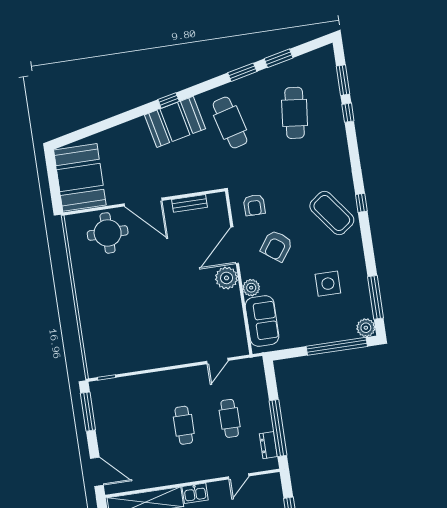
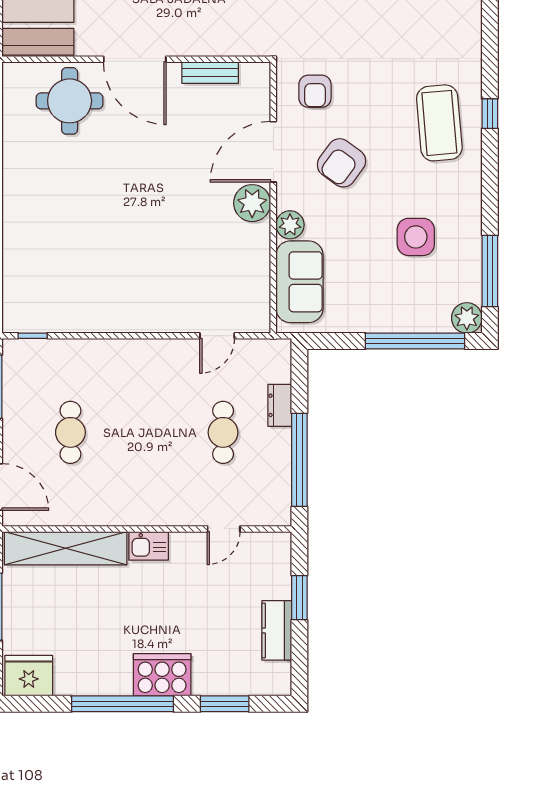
coffee table: (332, 213) -> (439, 123), turned 32
cafe table: (184, 425) -> (70, 432), moved
dresser: (268, 445) -> (280, 405), moved

